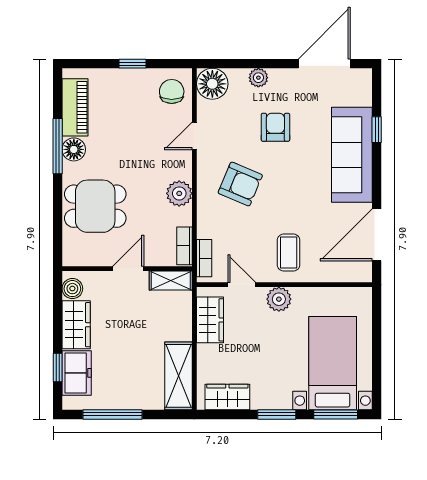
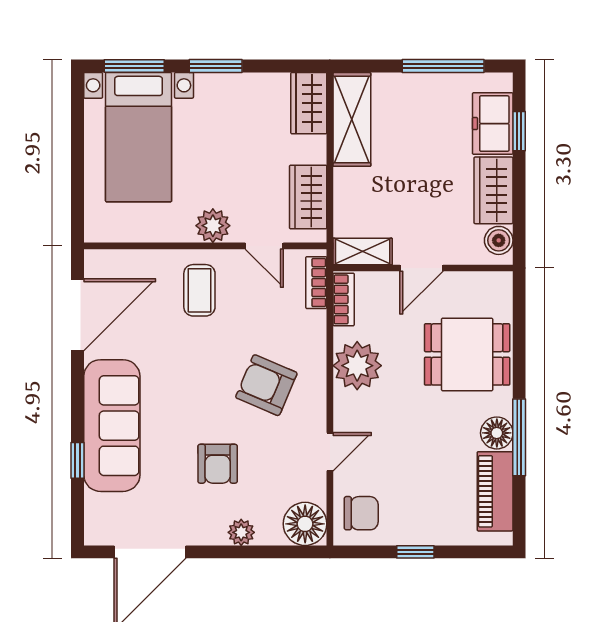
chair: (172, 92) -> (361, 513), turned -90
plant: (179, 193) -> (357, 366), width x1.36, depth x1.36
wardrobe: (227, 397) -> (309, 103), moved, turned 90

